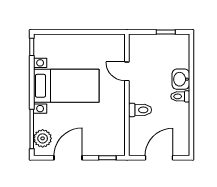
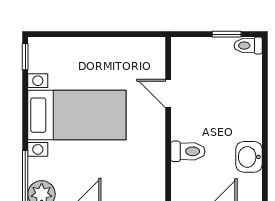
washbasin: (181, 79) -> (249, 157), moved
toilet: (180, 96) -> (248, 46), moved

